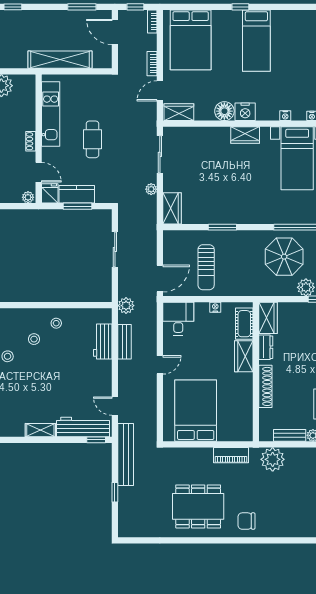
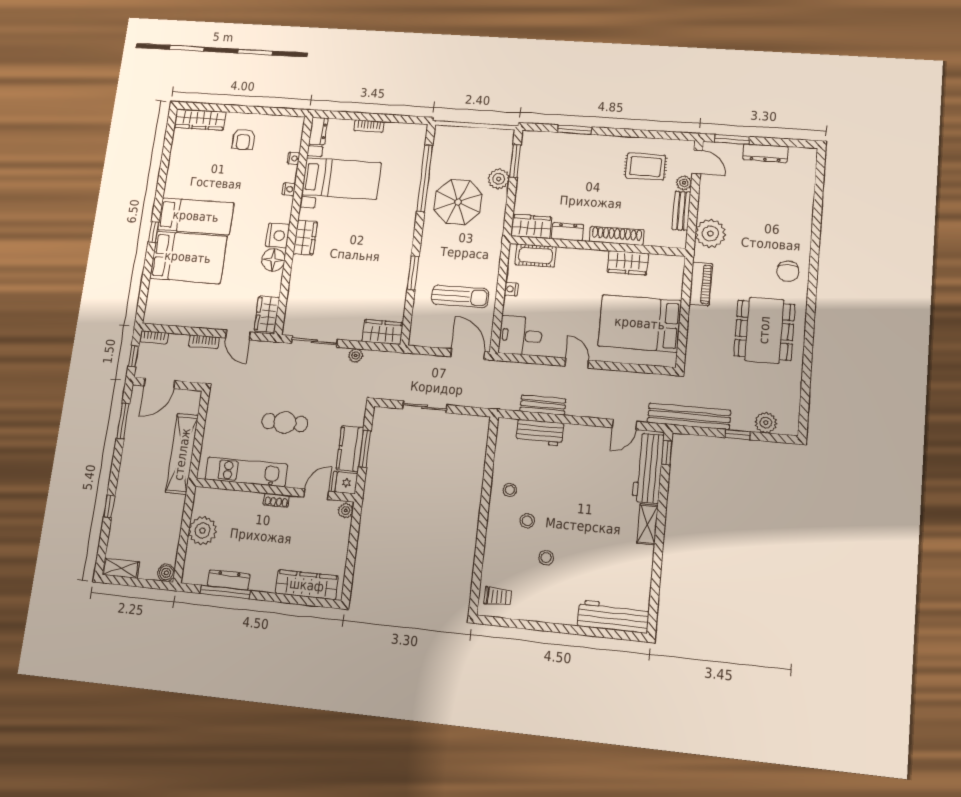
bed: (191, 40) -> (188, 257), moved
plant: (126, 306) -> (766, 423), moved
wardrobe: (244, 356) -> (628, 263), moved

